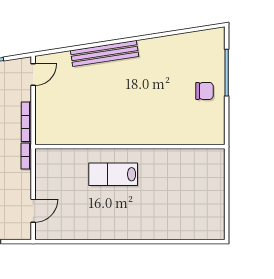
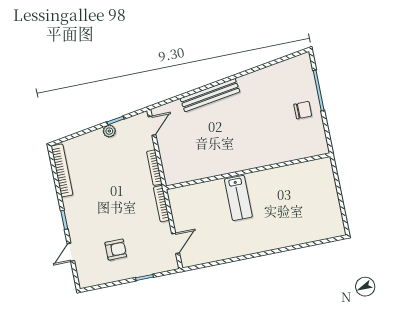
bookcase: (26, 156) -> (161, 204), width x1.56
lab bench: (113, 174) -> (238, 198), turned -90

